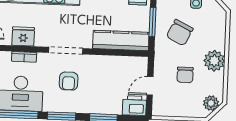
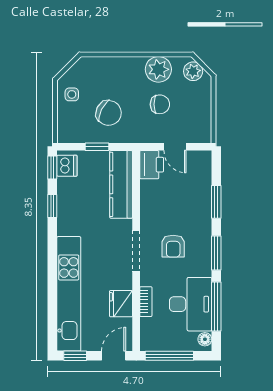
window: (152, 22) -> (97, 147), width x0.67
plant: (214, 61) -> (158, 69), moved
armchair: (69, 81) -> (173, 246), turned 90
printer: (134, 106) -> (152, 165), moved, turned 180

